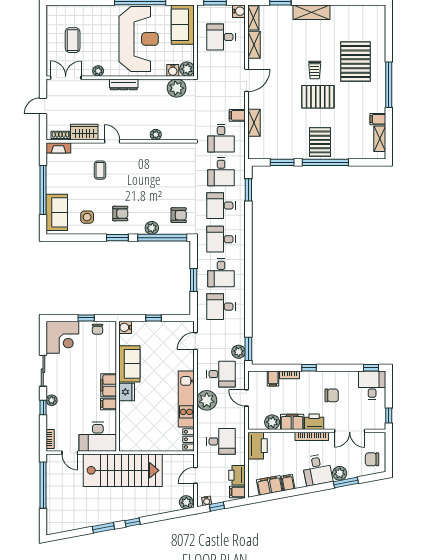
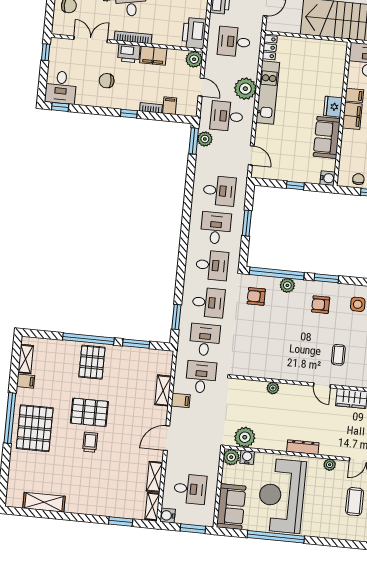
shelving: (312, 12) -> (44, 502), moved
pallet: (355, 62) -> (35, 428), moved
door: (195, 341) -> (251, 155), hinge flipped
plant: (272, 422) -> (194, 59), moved

